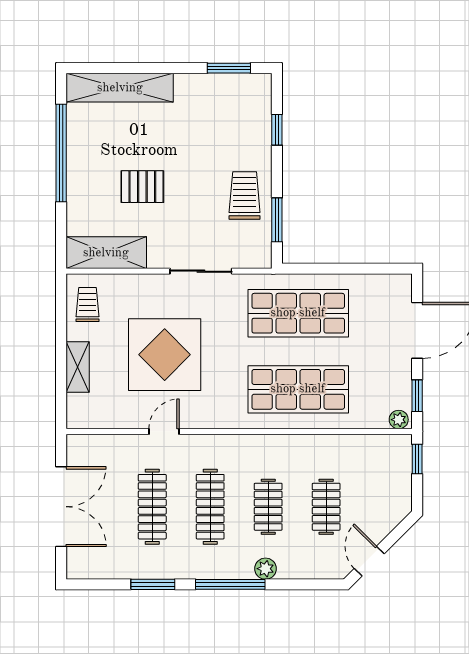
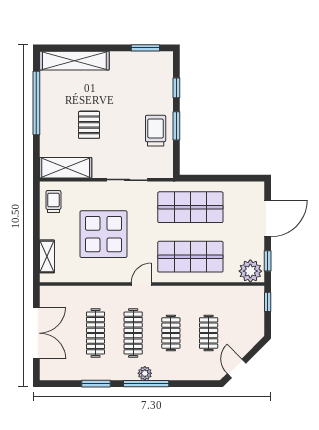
pallet: (142, 187) -> (89, 125), turned 90
window: (277, 220) -> (176, 126), moved
shelving: (78, 367) -> (47, 256), moved
plant: (399, 420) -> (250, 271), width x1.87, depth x1.87
door: (164, 431) -> (141, 284), moved
plant: (265, 569) -> (145, 373), moved

